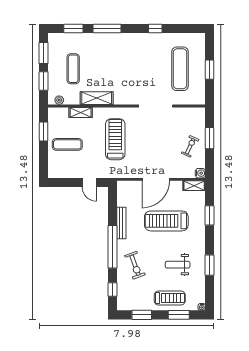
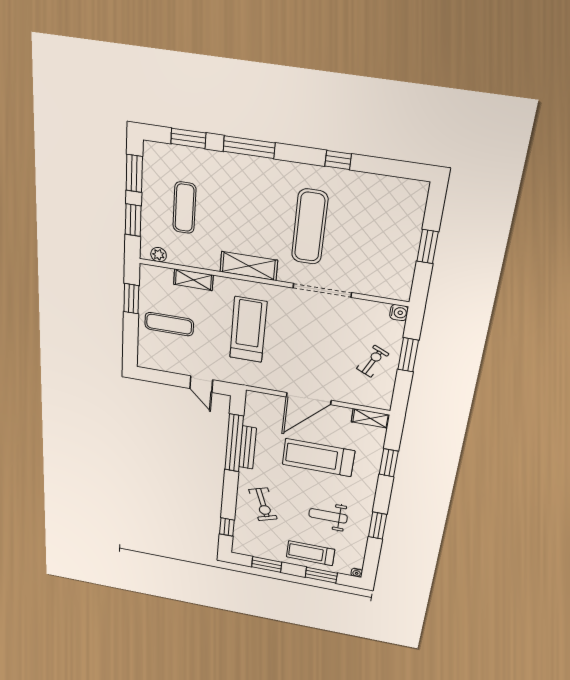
exercise mat: (180, 69) -> (310, 227), moved
shelving: (97, 98) -> (249, 266), moved
water cooler: (200, 173) -> (399, 313), moved
window: (113, 247) -> (234, 443), moved
treadmill: (170, 298) -> (310, 553), turned 180

